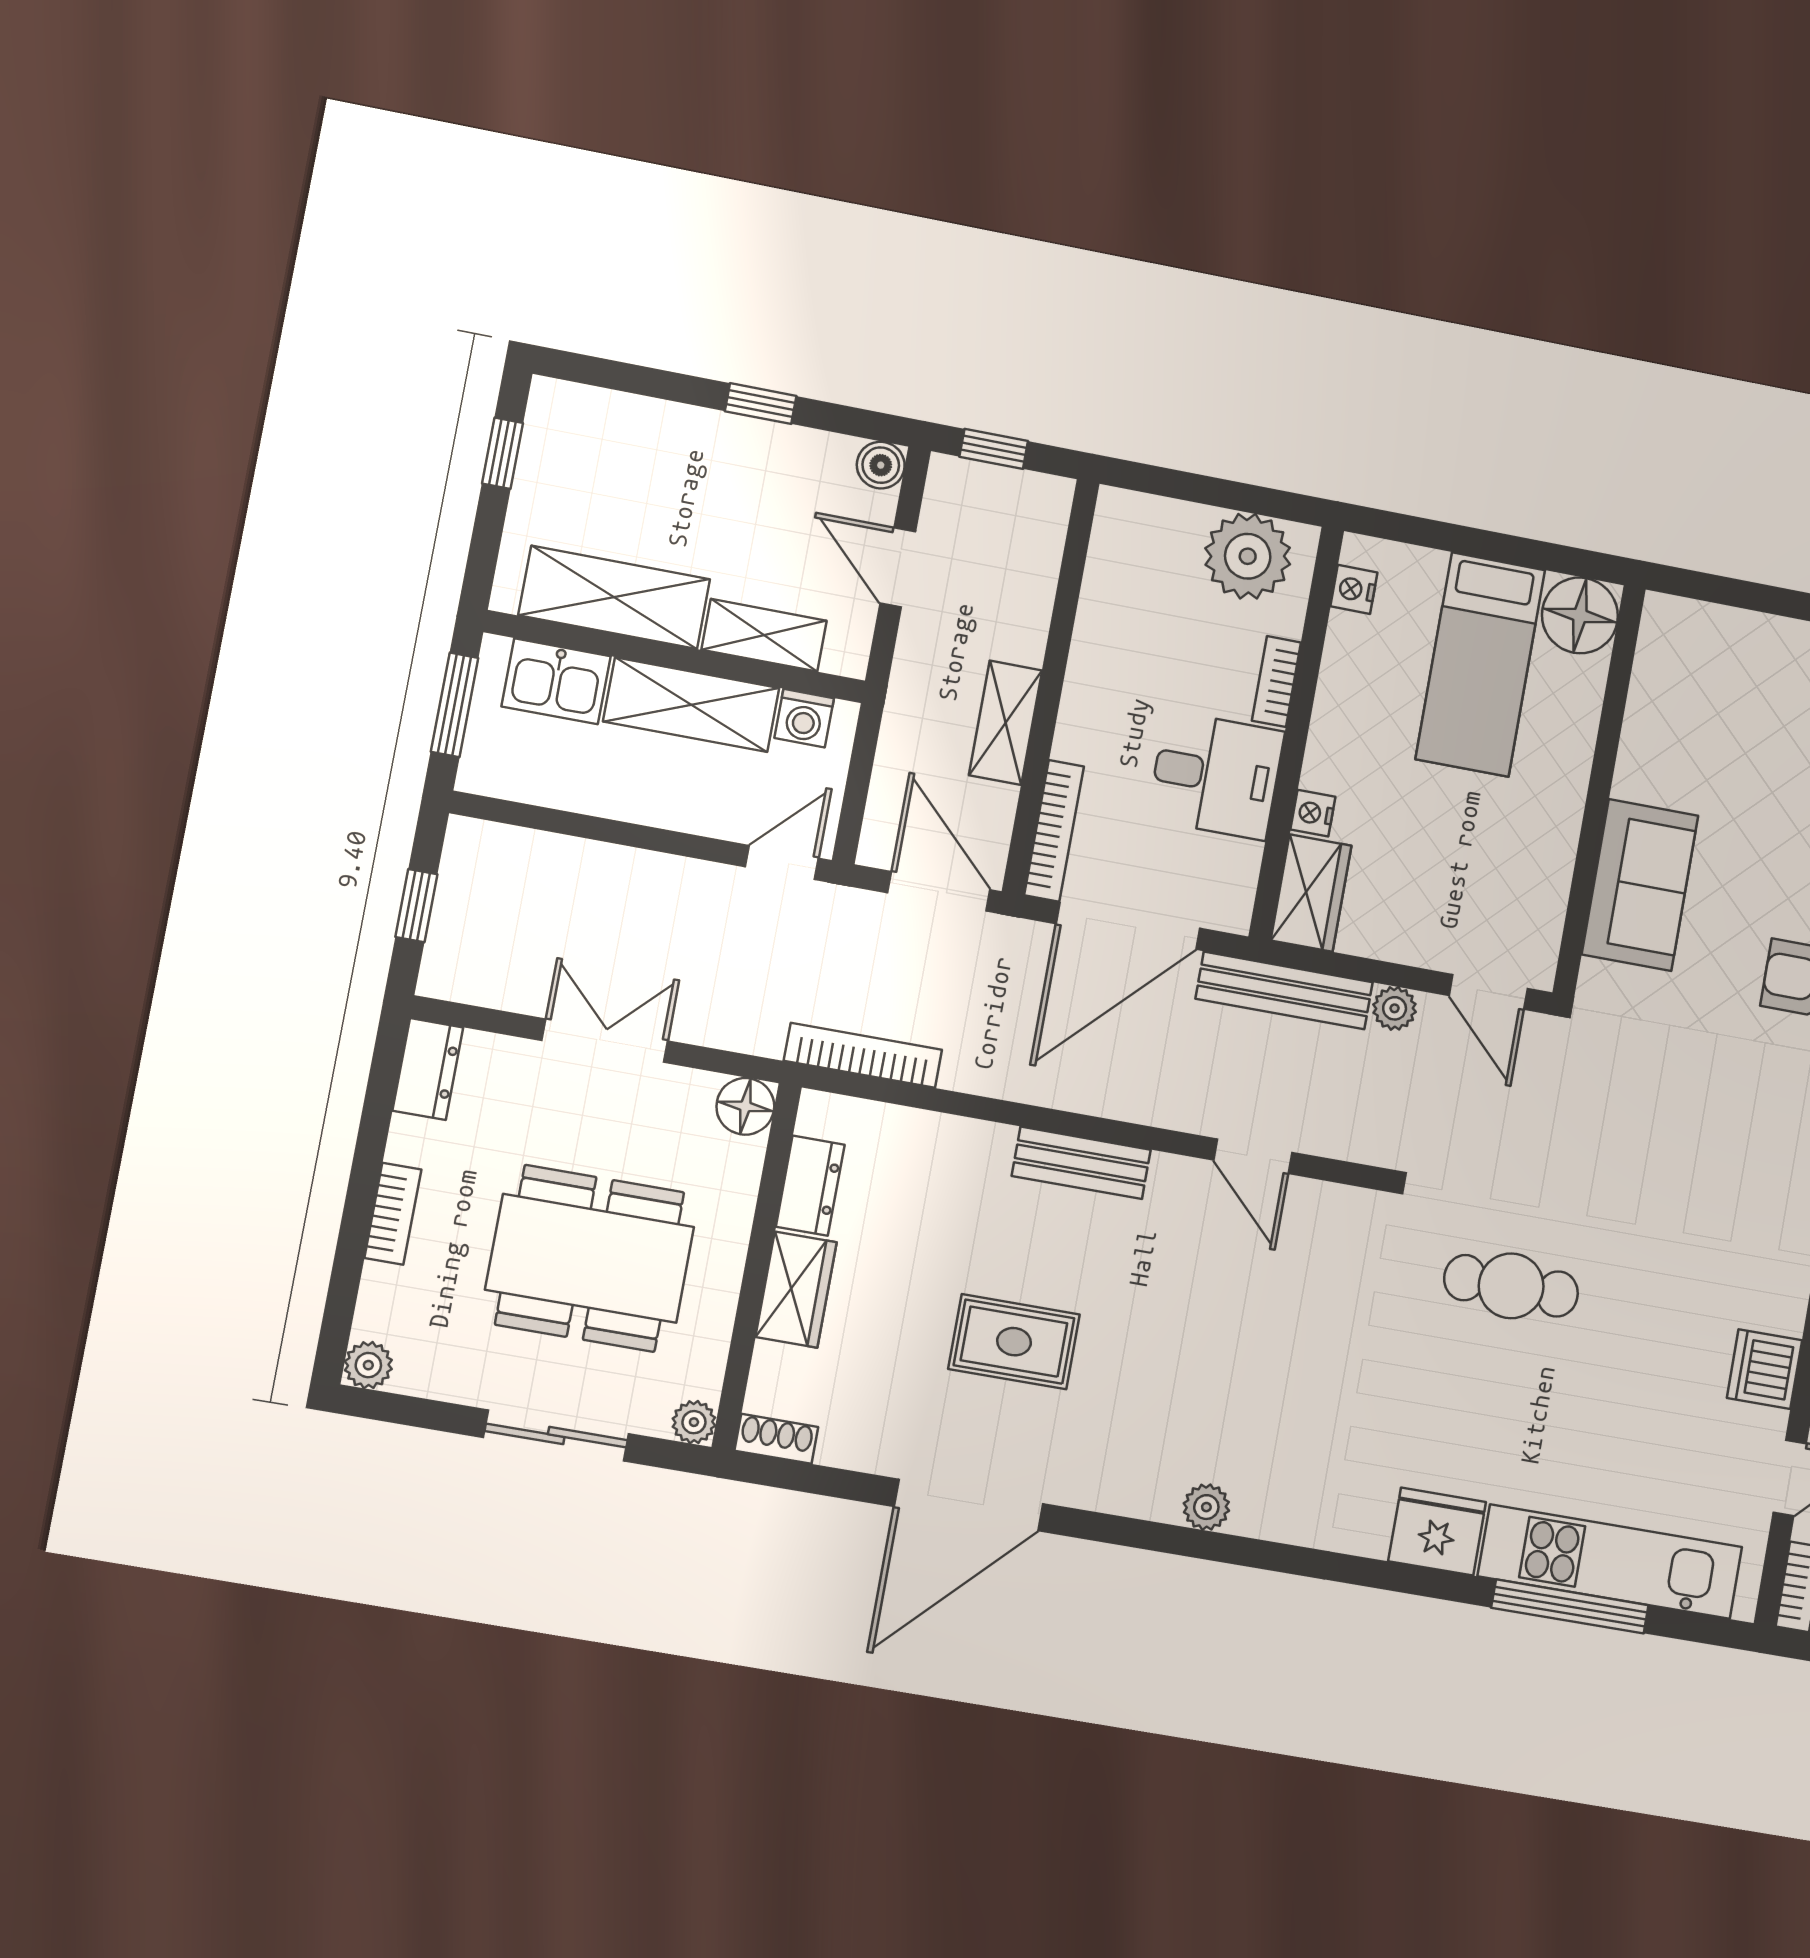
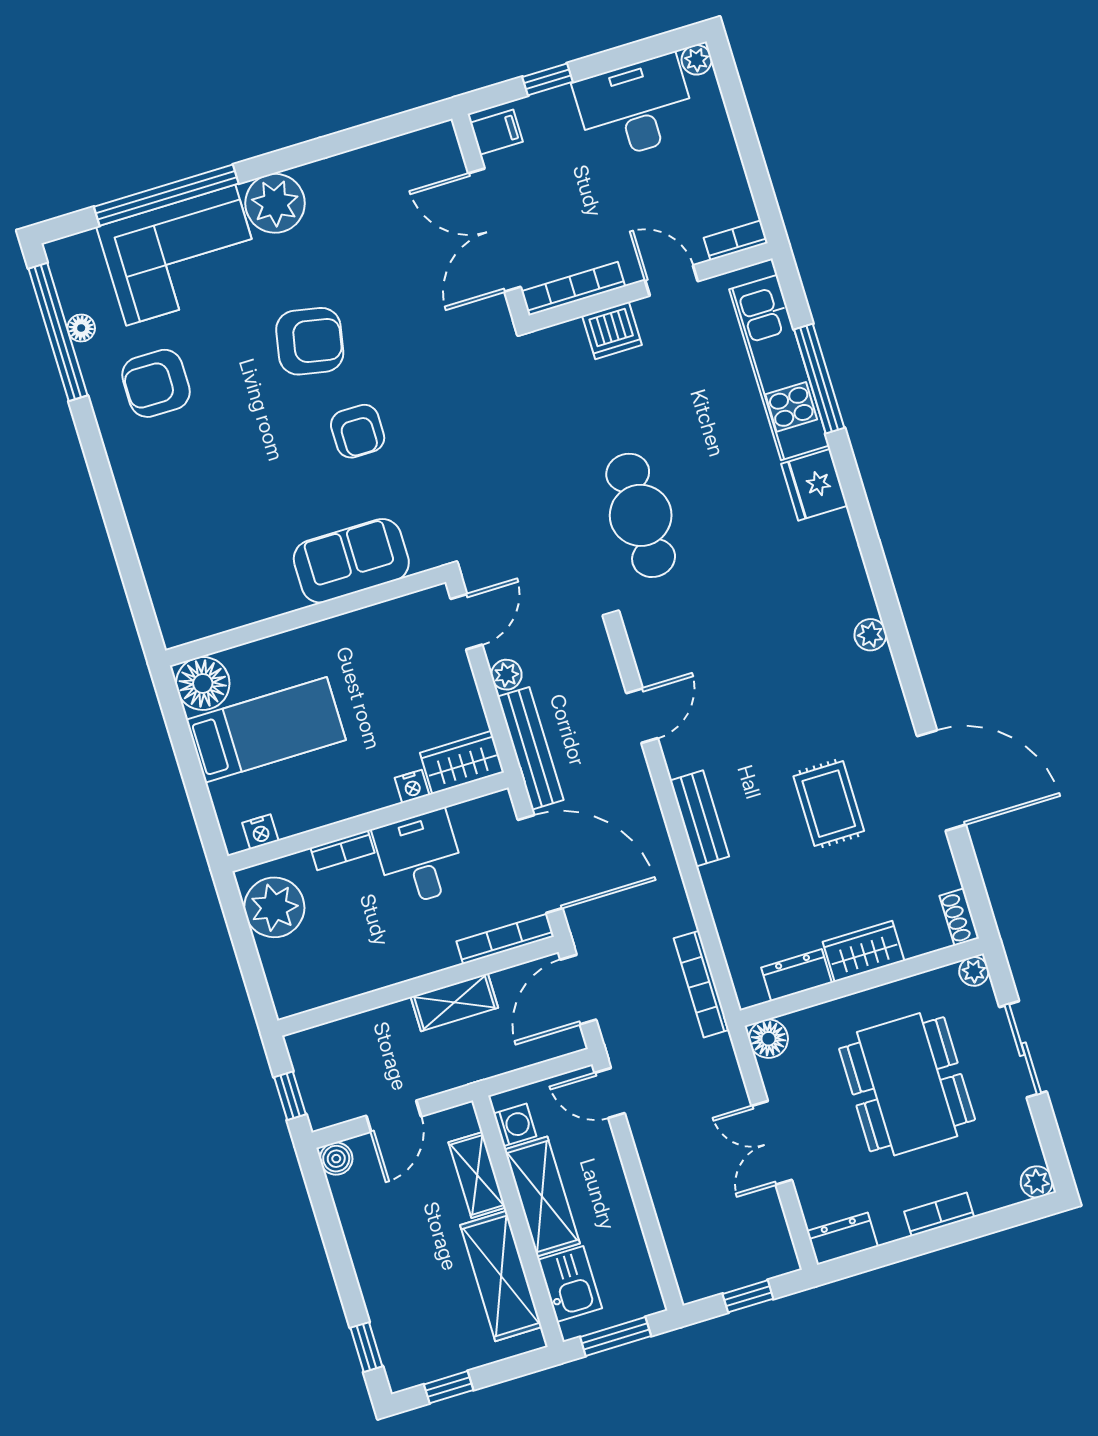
window: (761, 404) -> (366, 1347), moved
cafe table: (1511, 1286) -> (641, 515), width x1.37, depth x1.35

